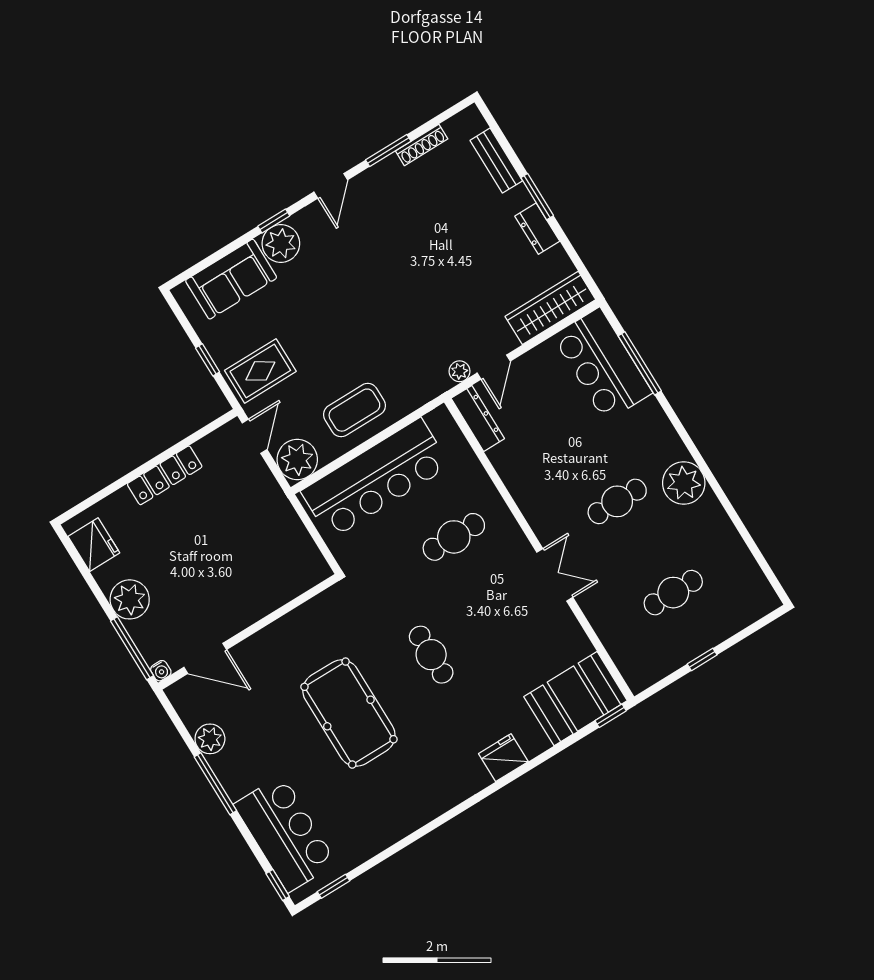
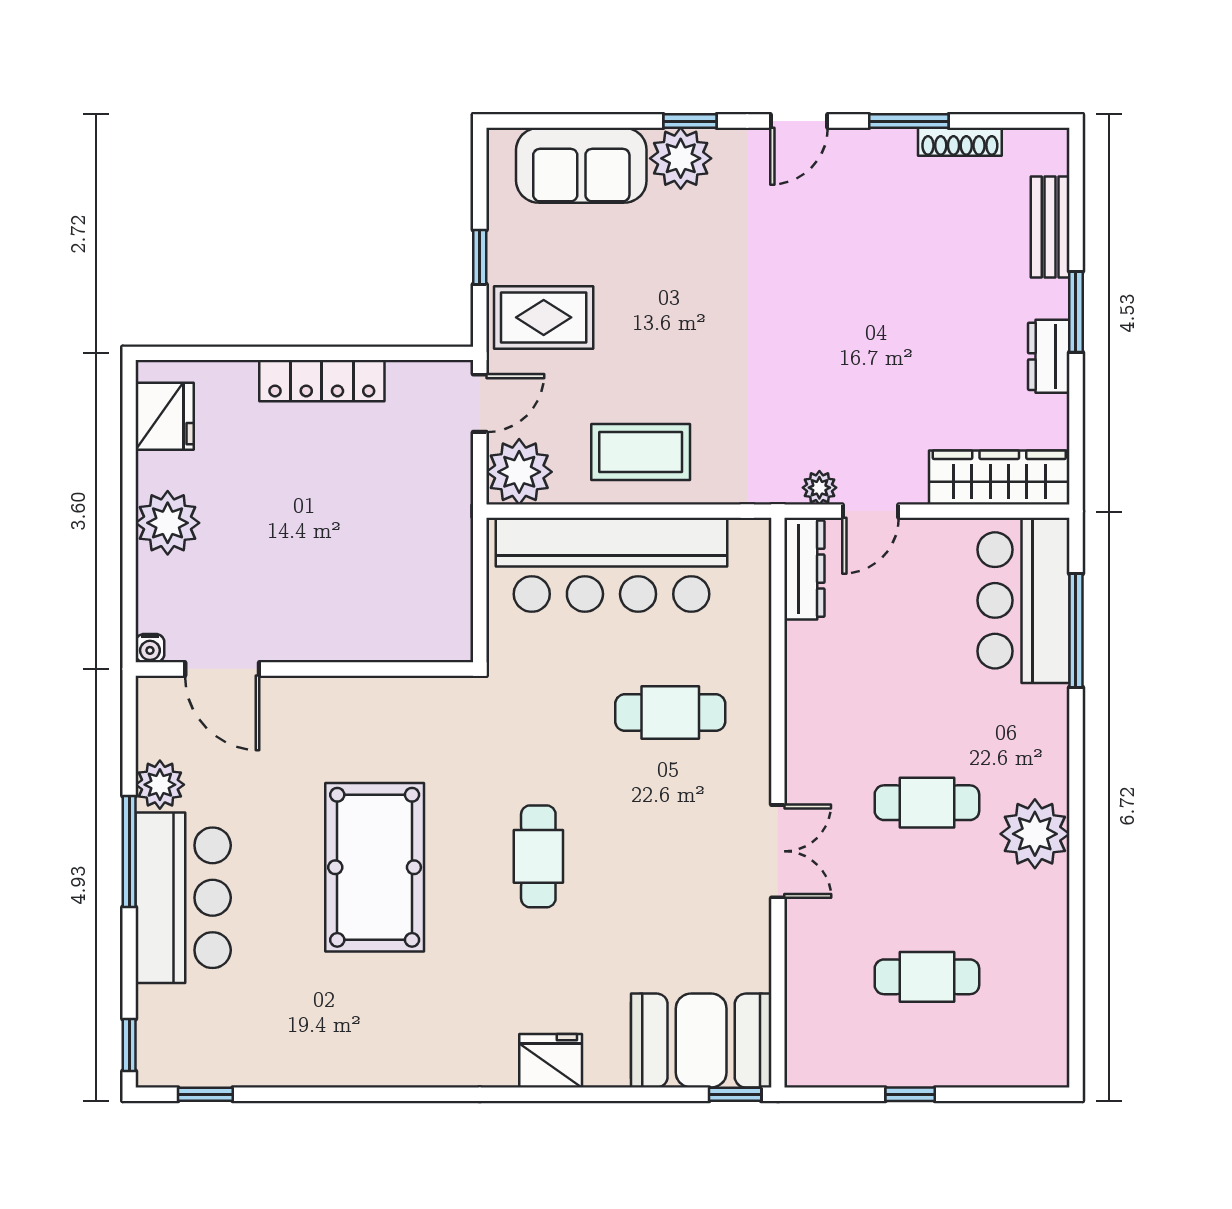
window: (132, 648) -> (129, 593), removed
bar counter: (285, 834) -> (183, 898), moved

